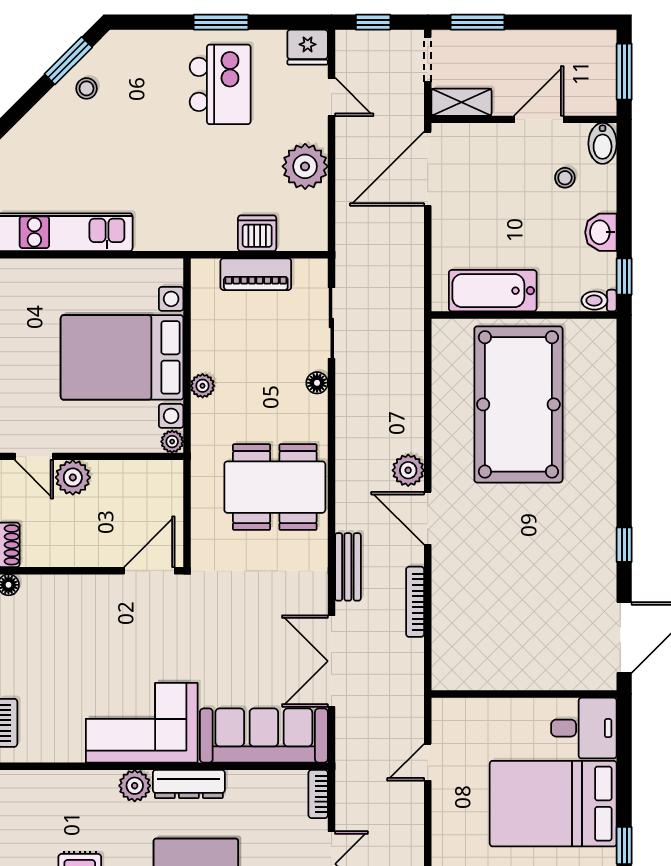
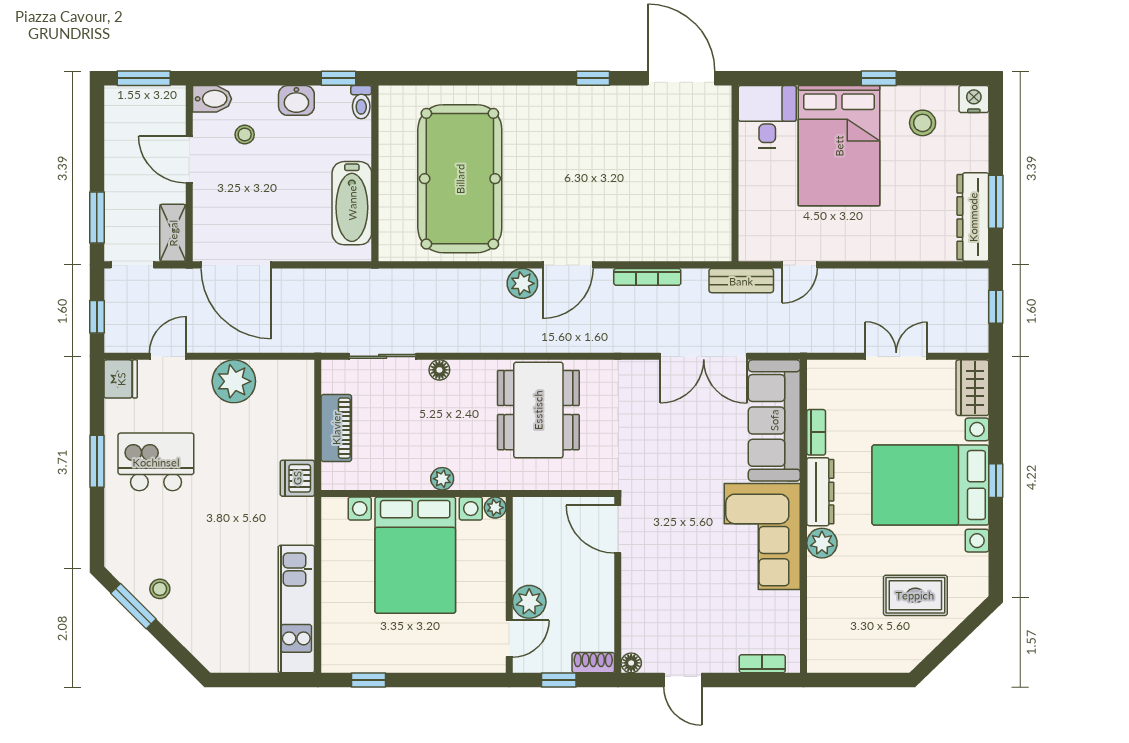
dishwasher: (257, 233) -> (297, 478), moved
pool table: (518, 404) -> (460, 179), turned 90
bench: (348, 567) -> (741, 281), moved
door: (428, 762) -> (800, 265), hinge flipped
bookcase: (318, 794) -> (816, 432), moved, turned -90

